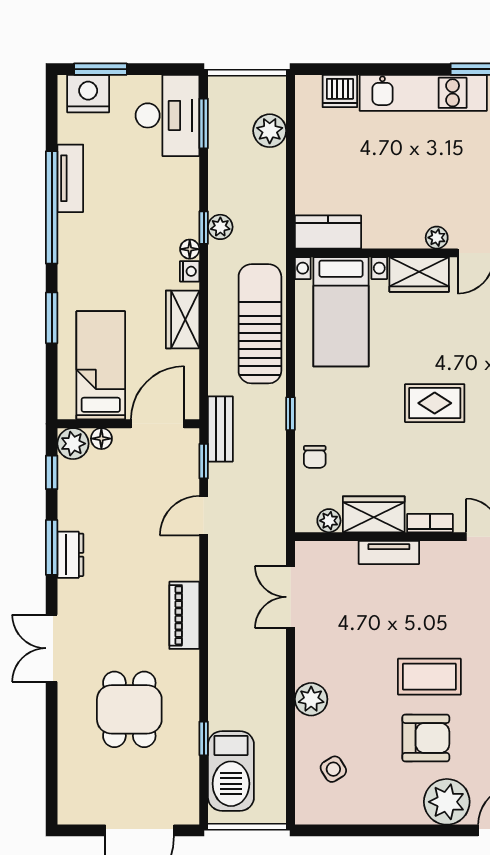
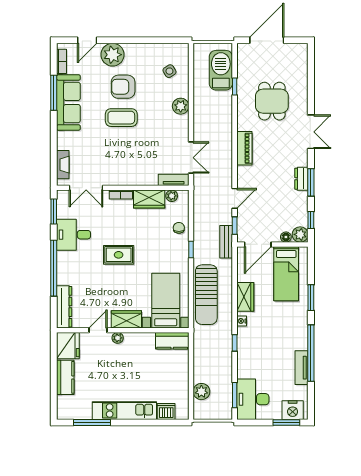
plant: (220, 227) -> (226, 343), removed
floor lamp: (190, 249) -> (242, 332), removed
tv unit: (389, 552) -> (174, 180), moved

